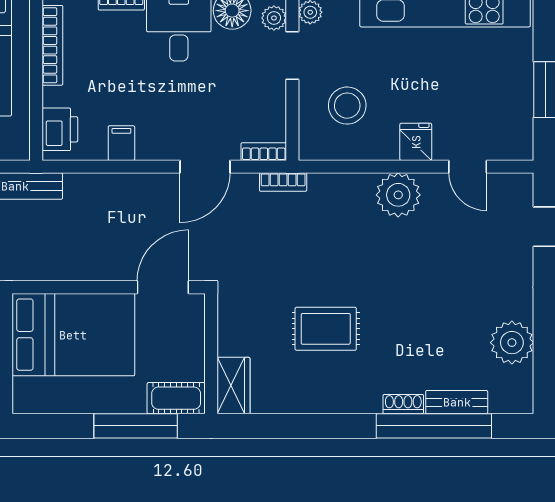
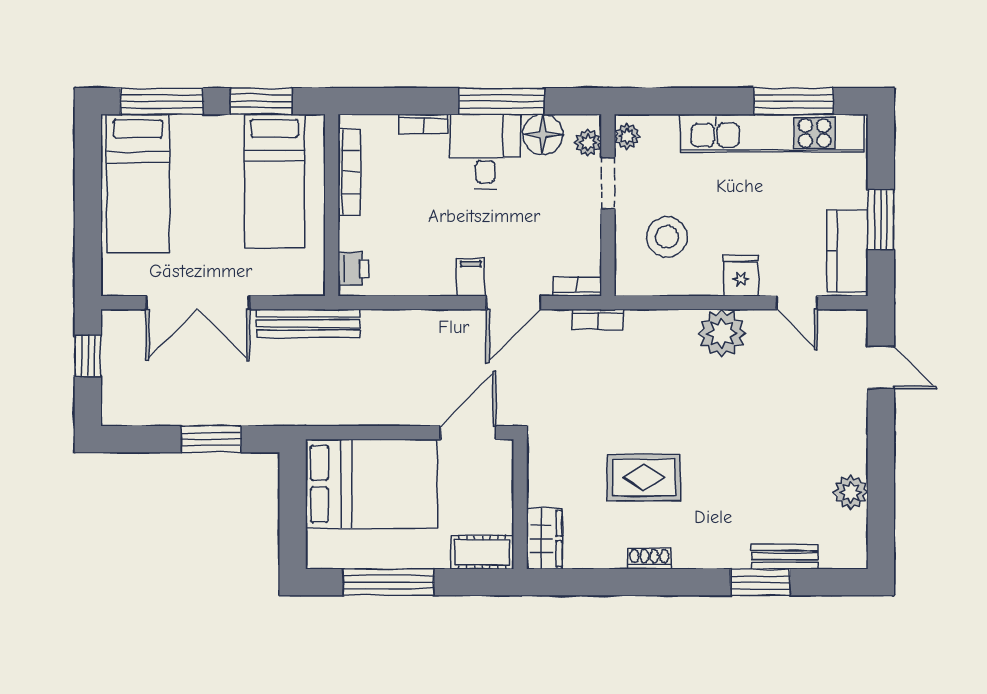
kitchen counter: (515, 119) -> (847, 251), added
printer: (60, 129) -> (353, 269), width x0.73, depth x0.81
filing cabinet: (121, 143) -> (471, 277), moved
plant: (512, 343) -> (851, 492), width x0.73, depth x0.73
shoe rack: (403, 404) -> (649, 559), moved
window: (136, 426) -> (388, 582), moved
window: (434, 426) -> (760, 582), width x0.47

